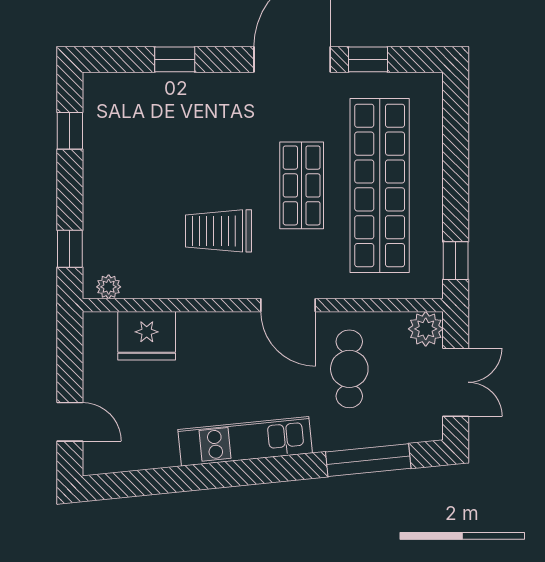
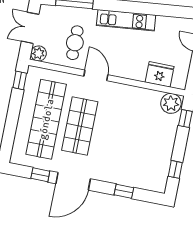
shop shelf: (302, 185) -> (80, 126), width x1.43, depth x1.36
trolley: (219, 231) -> (120, 113), removed
plant: (109, 287) -> (171, 103), width x1.88, depth x1.88

